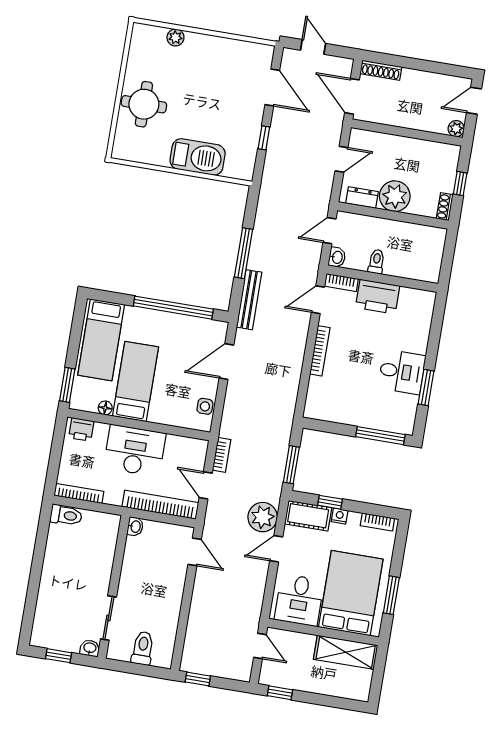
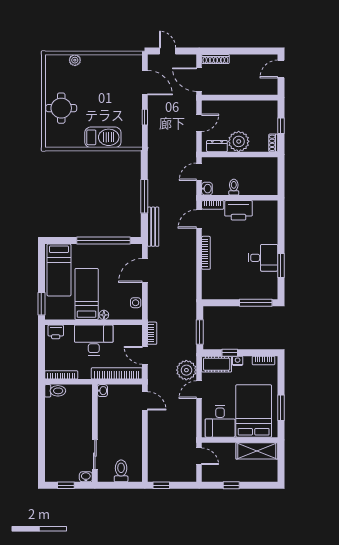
plant: (456, 129) -> (272, 90), removed
floor lamp: (105, 408) -> (104, 315), moved
window: (280, 693) -> (231, 485), moved

